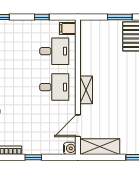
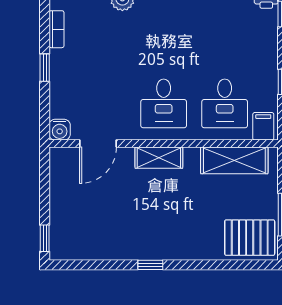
door: (78, 126) -> (98, 144), swing flipped
shelving: (100, 147) -> (234, 160), moved, turned 90

